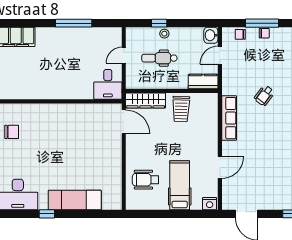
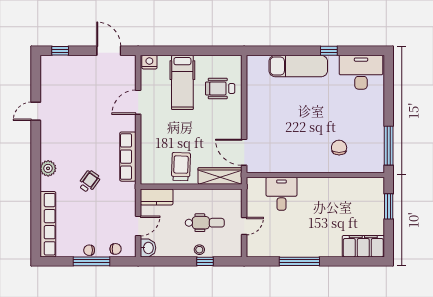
desk: (108, 84) -> (281, 194), moved
chair: (12, 132) -> (339, 148), moved, turned 90
wheelchair: (146, 180) -> (220, 89), turned 180

